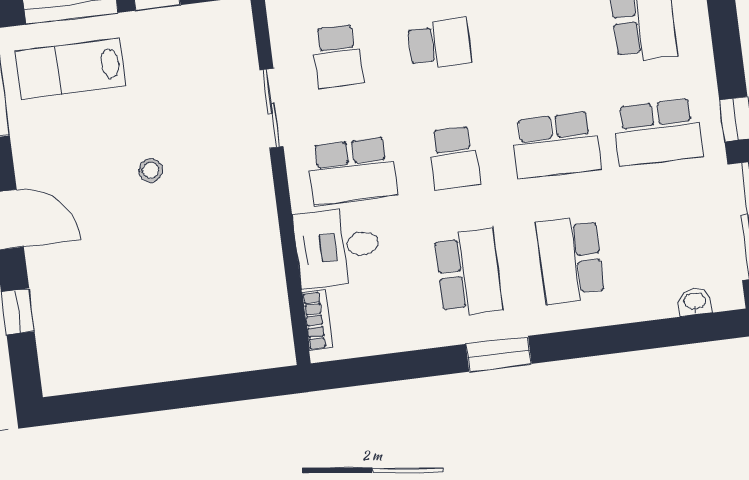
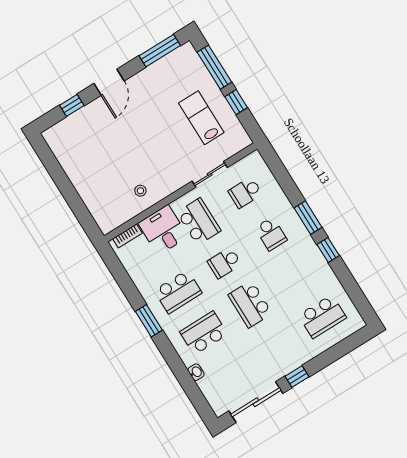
lab bench: (70, 69) -> (201, 118), moved
school desk: (658, 132) -> (276, 345), removed
stool: (151, 170) -> (140, 191), moved
school desk: (352, 171) -> (199, 222), turned 180
washbasin: (695, 302) -> (196, 372), moved

